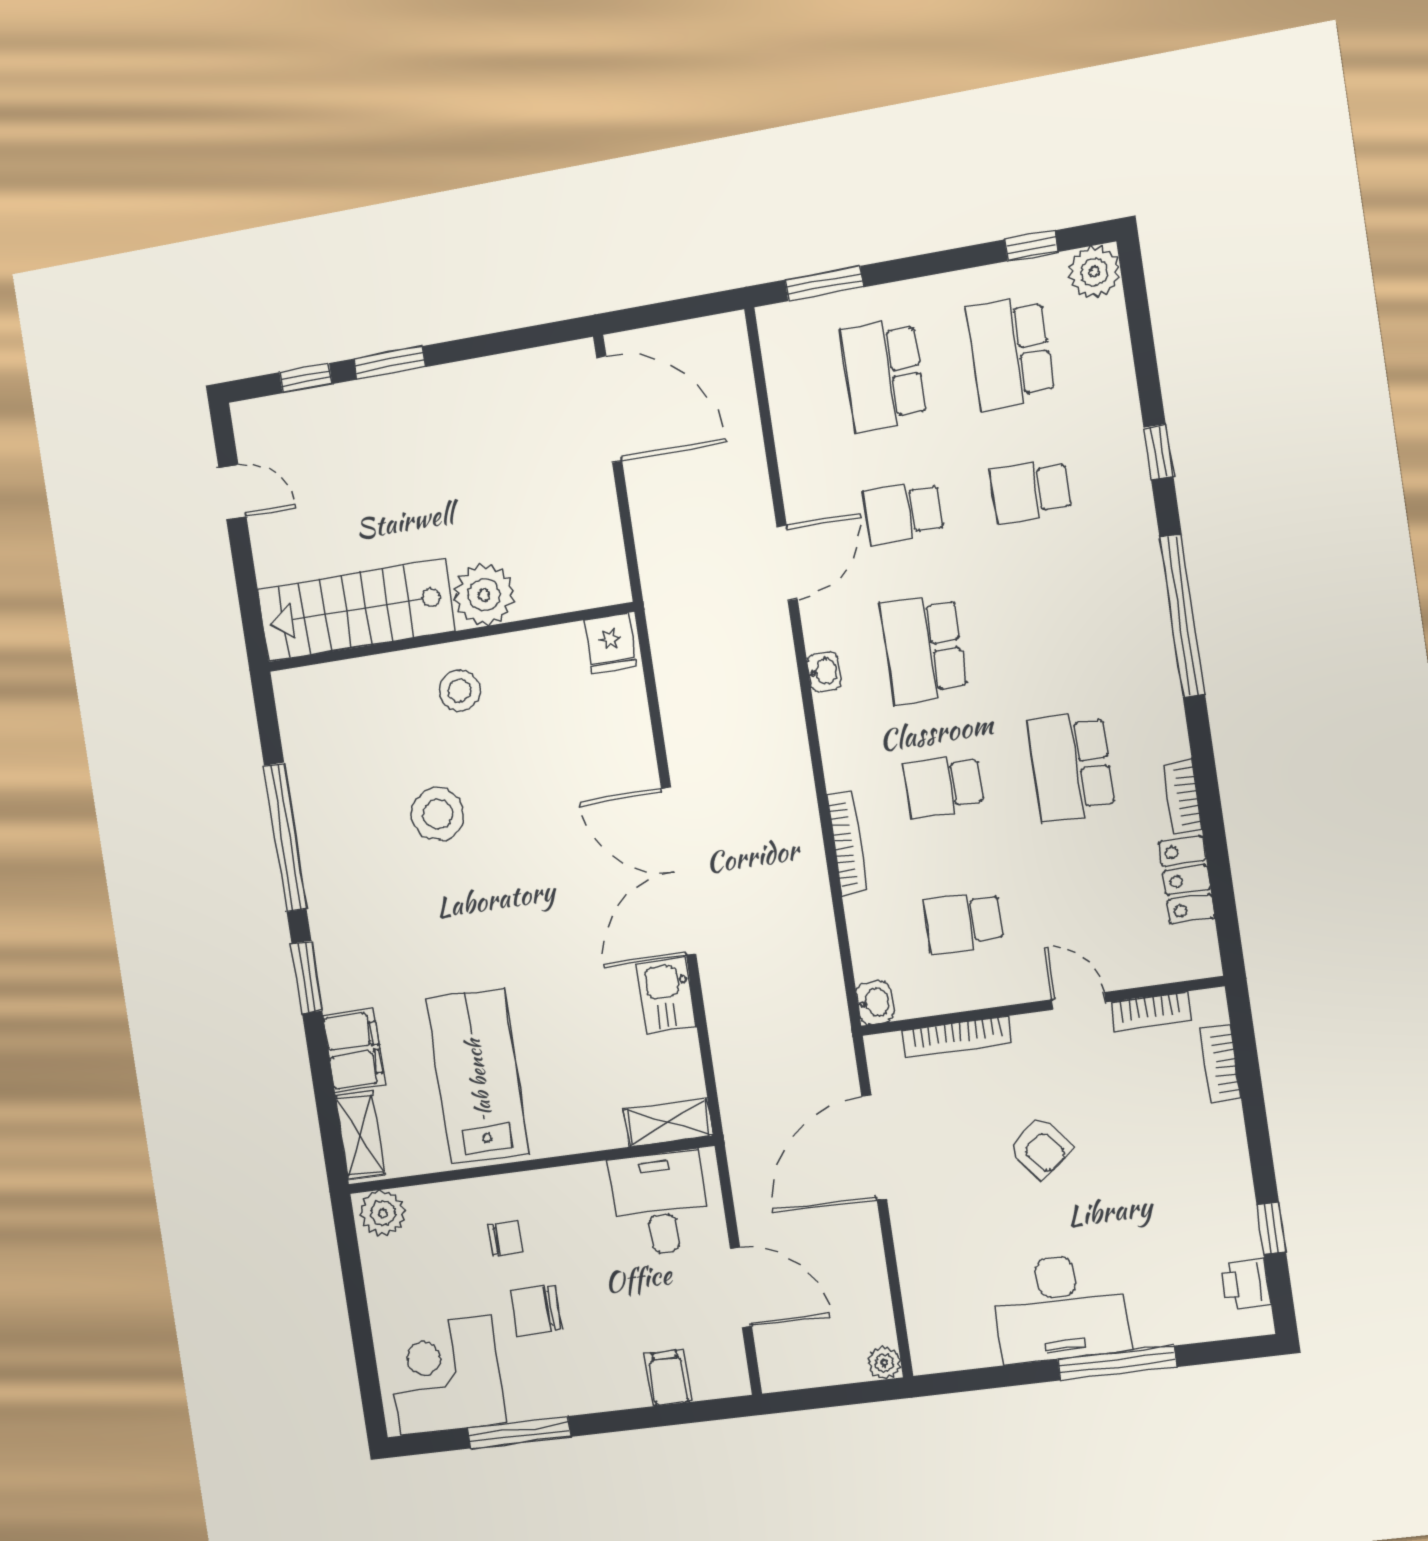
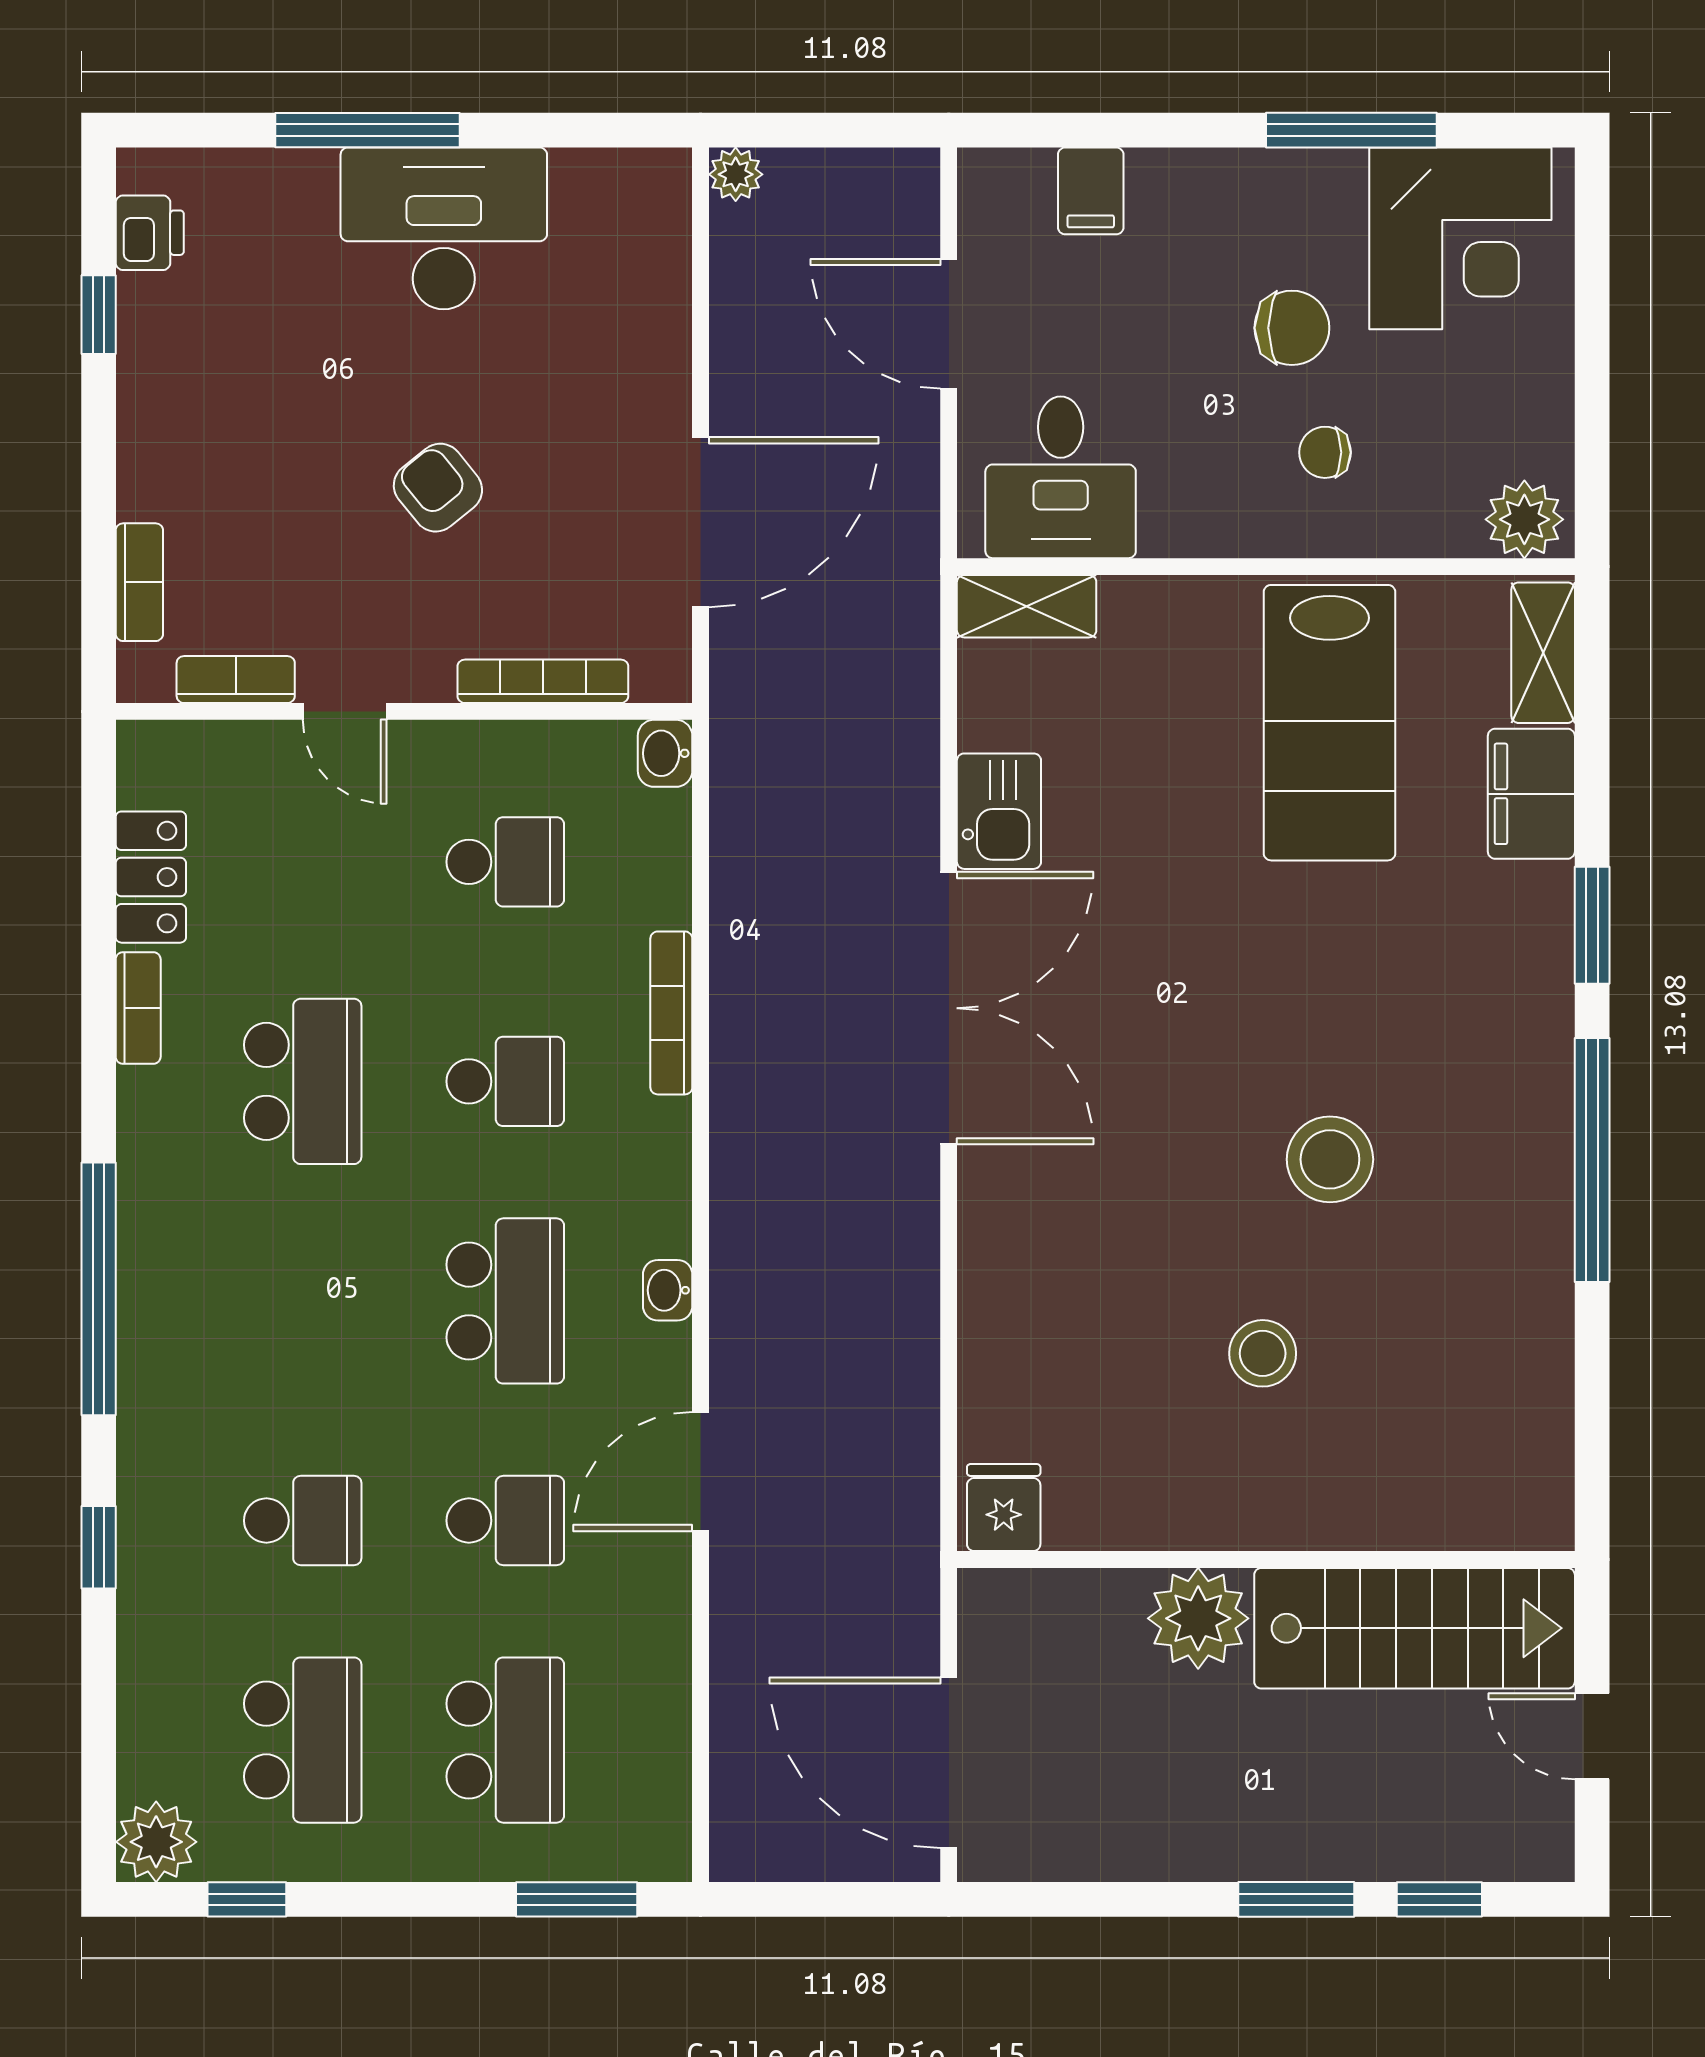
plant: (484, 595) -> (1198, 1618), moved
stairs: (356, 610) -> (1415, 1628), moved
wall: (450, 637) -> (1266, 1560), moved
fridge: (610, 643) -> (1004, 1508), moved

